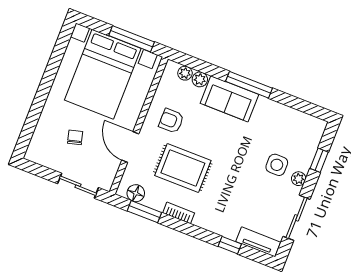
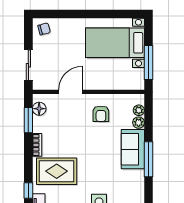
bed with nightstands: (103, 74) -> (115, 43), width x0.73
armchair: (171, 121) -> (101, 114), turned 180
chair: (75, 137) -> (44, 29), moved
rug: (183, 168) -> (57, 171), moved, turned 90

